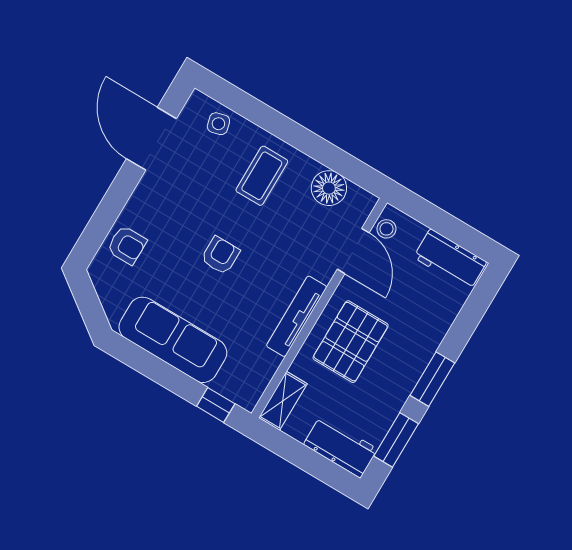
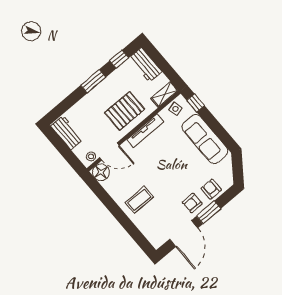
side table: (218, 124) -> (175, 109), moved
floor lamp: (329, 188) -> (101, 172), moved
window: (116, 198) -> (209, 212), added
door: (353, 251) -> (109, 152), swing flipped
armchair: (220, 255) -> (192, 203), moved
window: (396, 440) -> (119, 59), width x0.67

